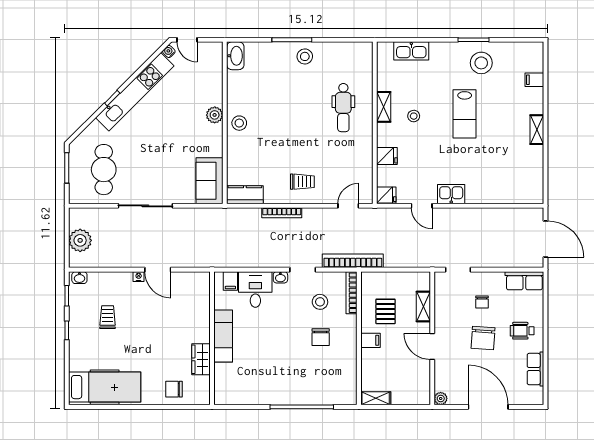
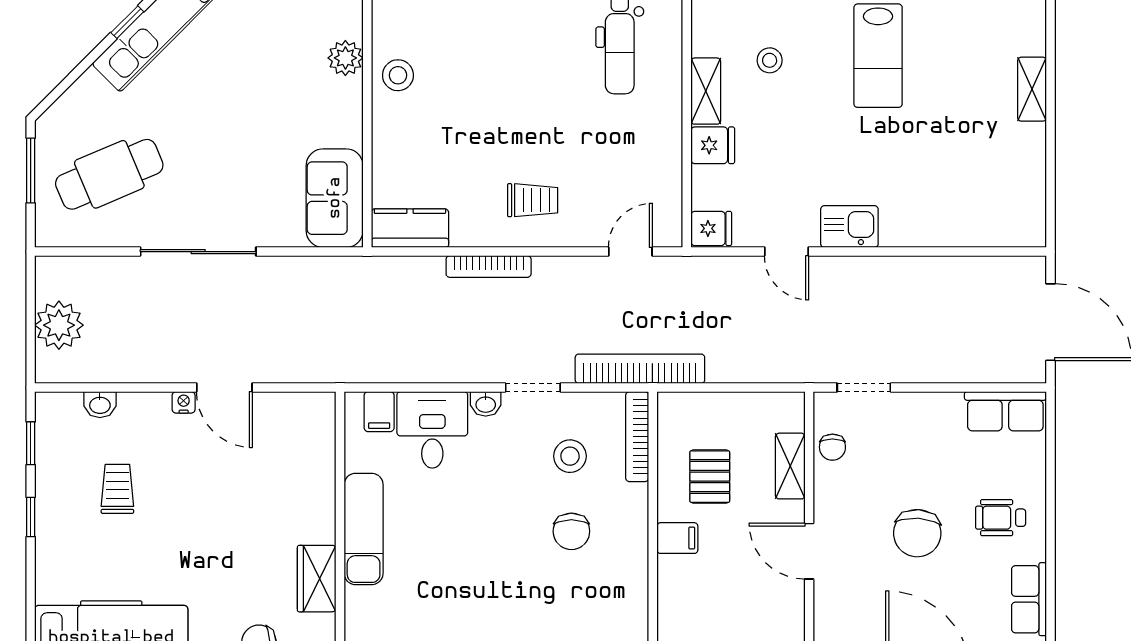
shelving: (384, 107) -> (706, 91), moved
cafe table: (104, 170) -> (109, 174), turned 67
washbasin: (79, 278) -> (100, 405), moved
chair: (482, 302) -> (832, 447), moved

